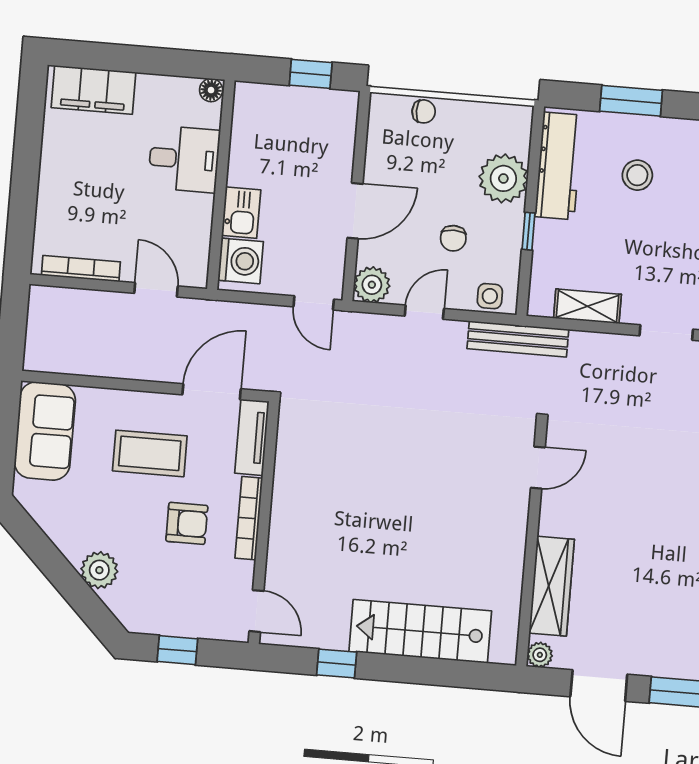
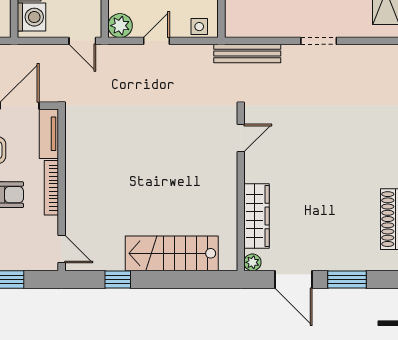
shelving: (587, 306) -> (265, 28), removed
bench: (518, 339) -> (247, 54), moved

